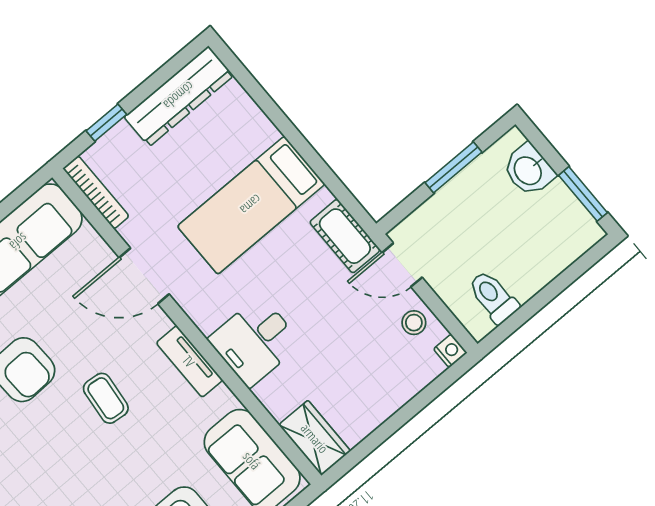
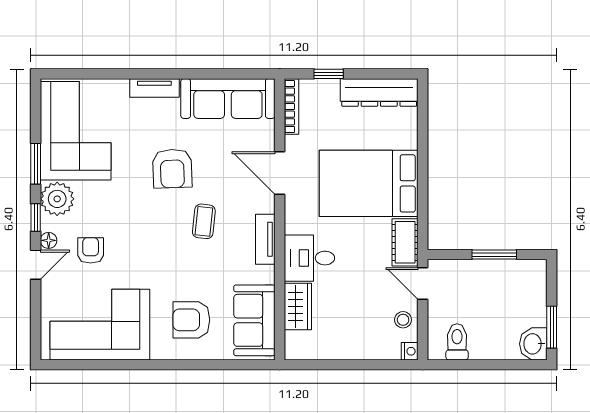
washbasin: (529, 170) -> (533, 344), moved
bed: (251, 205) -> (369, 183), width x1.50
wardrobe: (315, 438) -> (298, 306), moved

